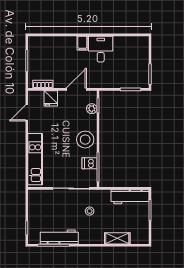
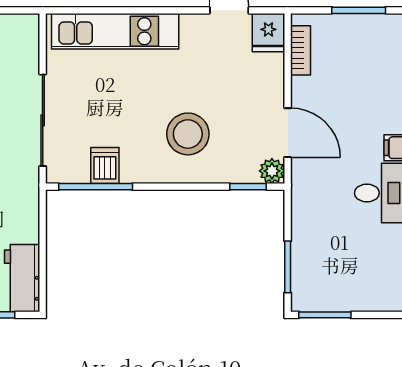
fridge: (51, 98) -> (268, 33), moved, turned -90
plant: (92, 109) -> (272, 171), moved
stool: (85, 140) -> (188, 134), moved
workbench: (130, 197) -> (22, 278), width x0.73

